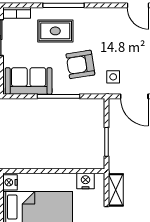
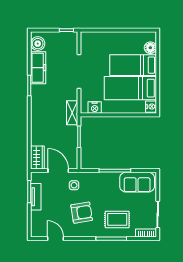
armchair: (80, 64) -> (82, 213), moved
shelving: (116, 190) -> (72, 113), moved

